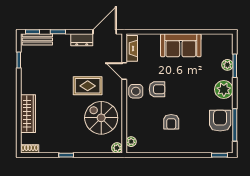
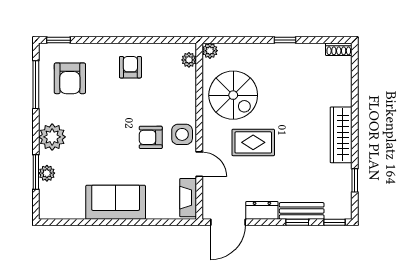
bench: (37, 39) -> (302, 211), moved
wardrobe: (28, 114) -> (341, 135), moved
armchair: (220, 121) -> (70, 78), moved
armchair: (171, 122) -> (130, 67), moved

